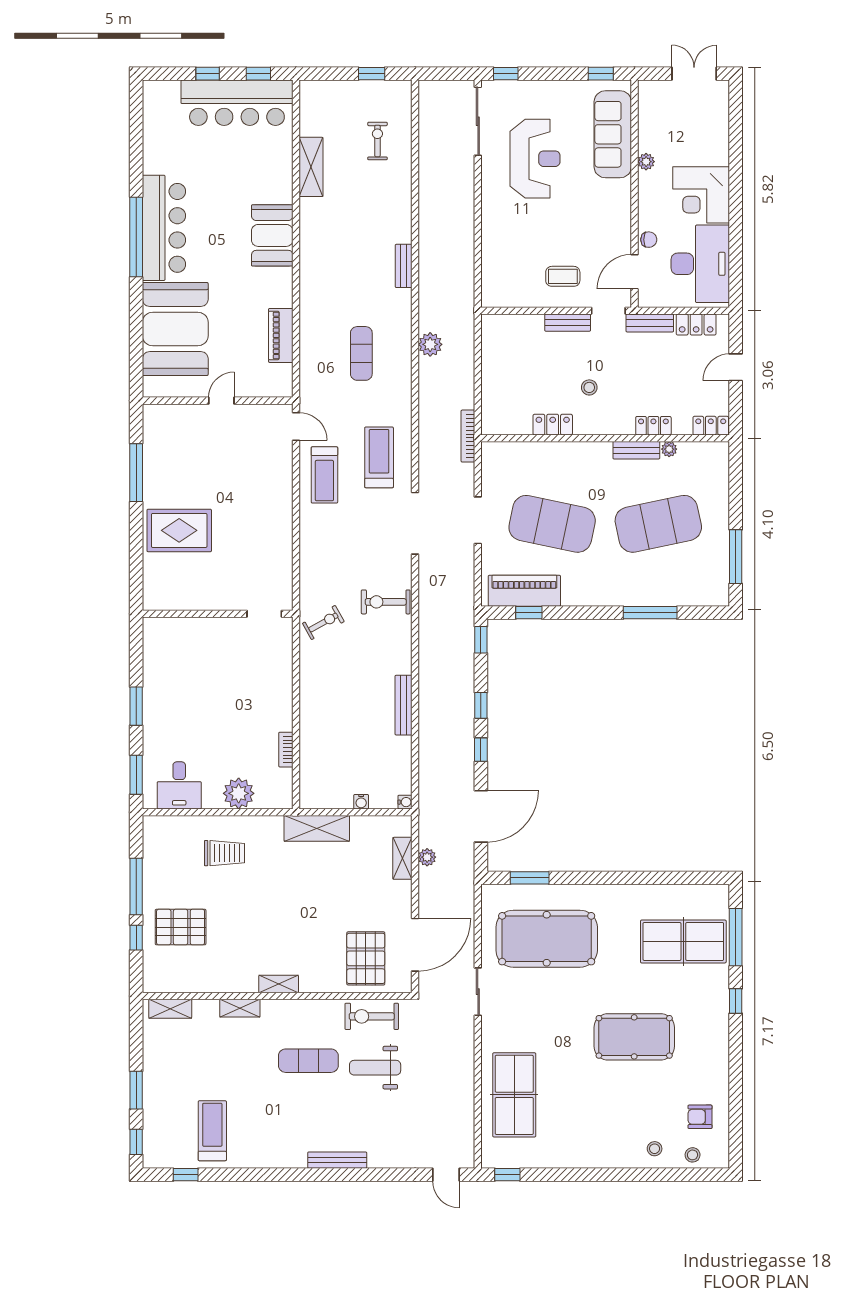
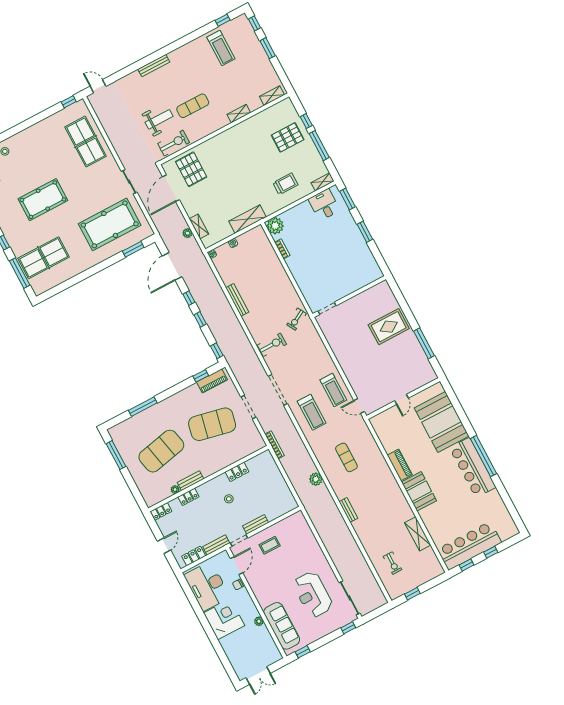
piano: (281, 335) -> (400, 465), moved
treadmill: (324, 475) -> (333, 390), turned 180
piano: (524, 591) -> (212, 381), width x0.73, depth x0.75
plant: (239, 793) -> (275, 226), moved
trolley: (224, 853) -> (285, 184), turned 180
shelving: (279, 984) -> (323, 182), moved

